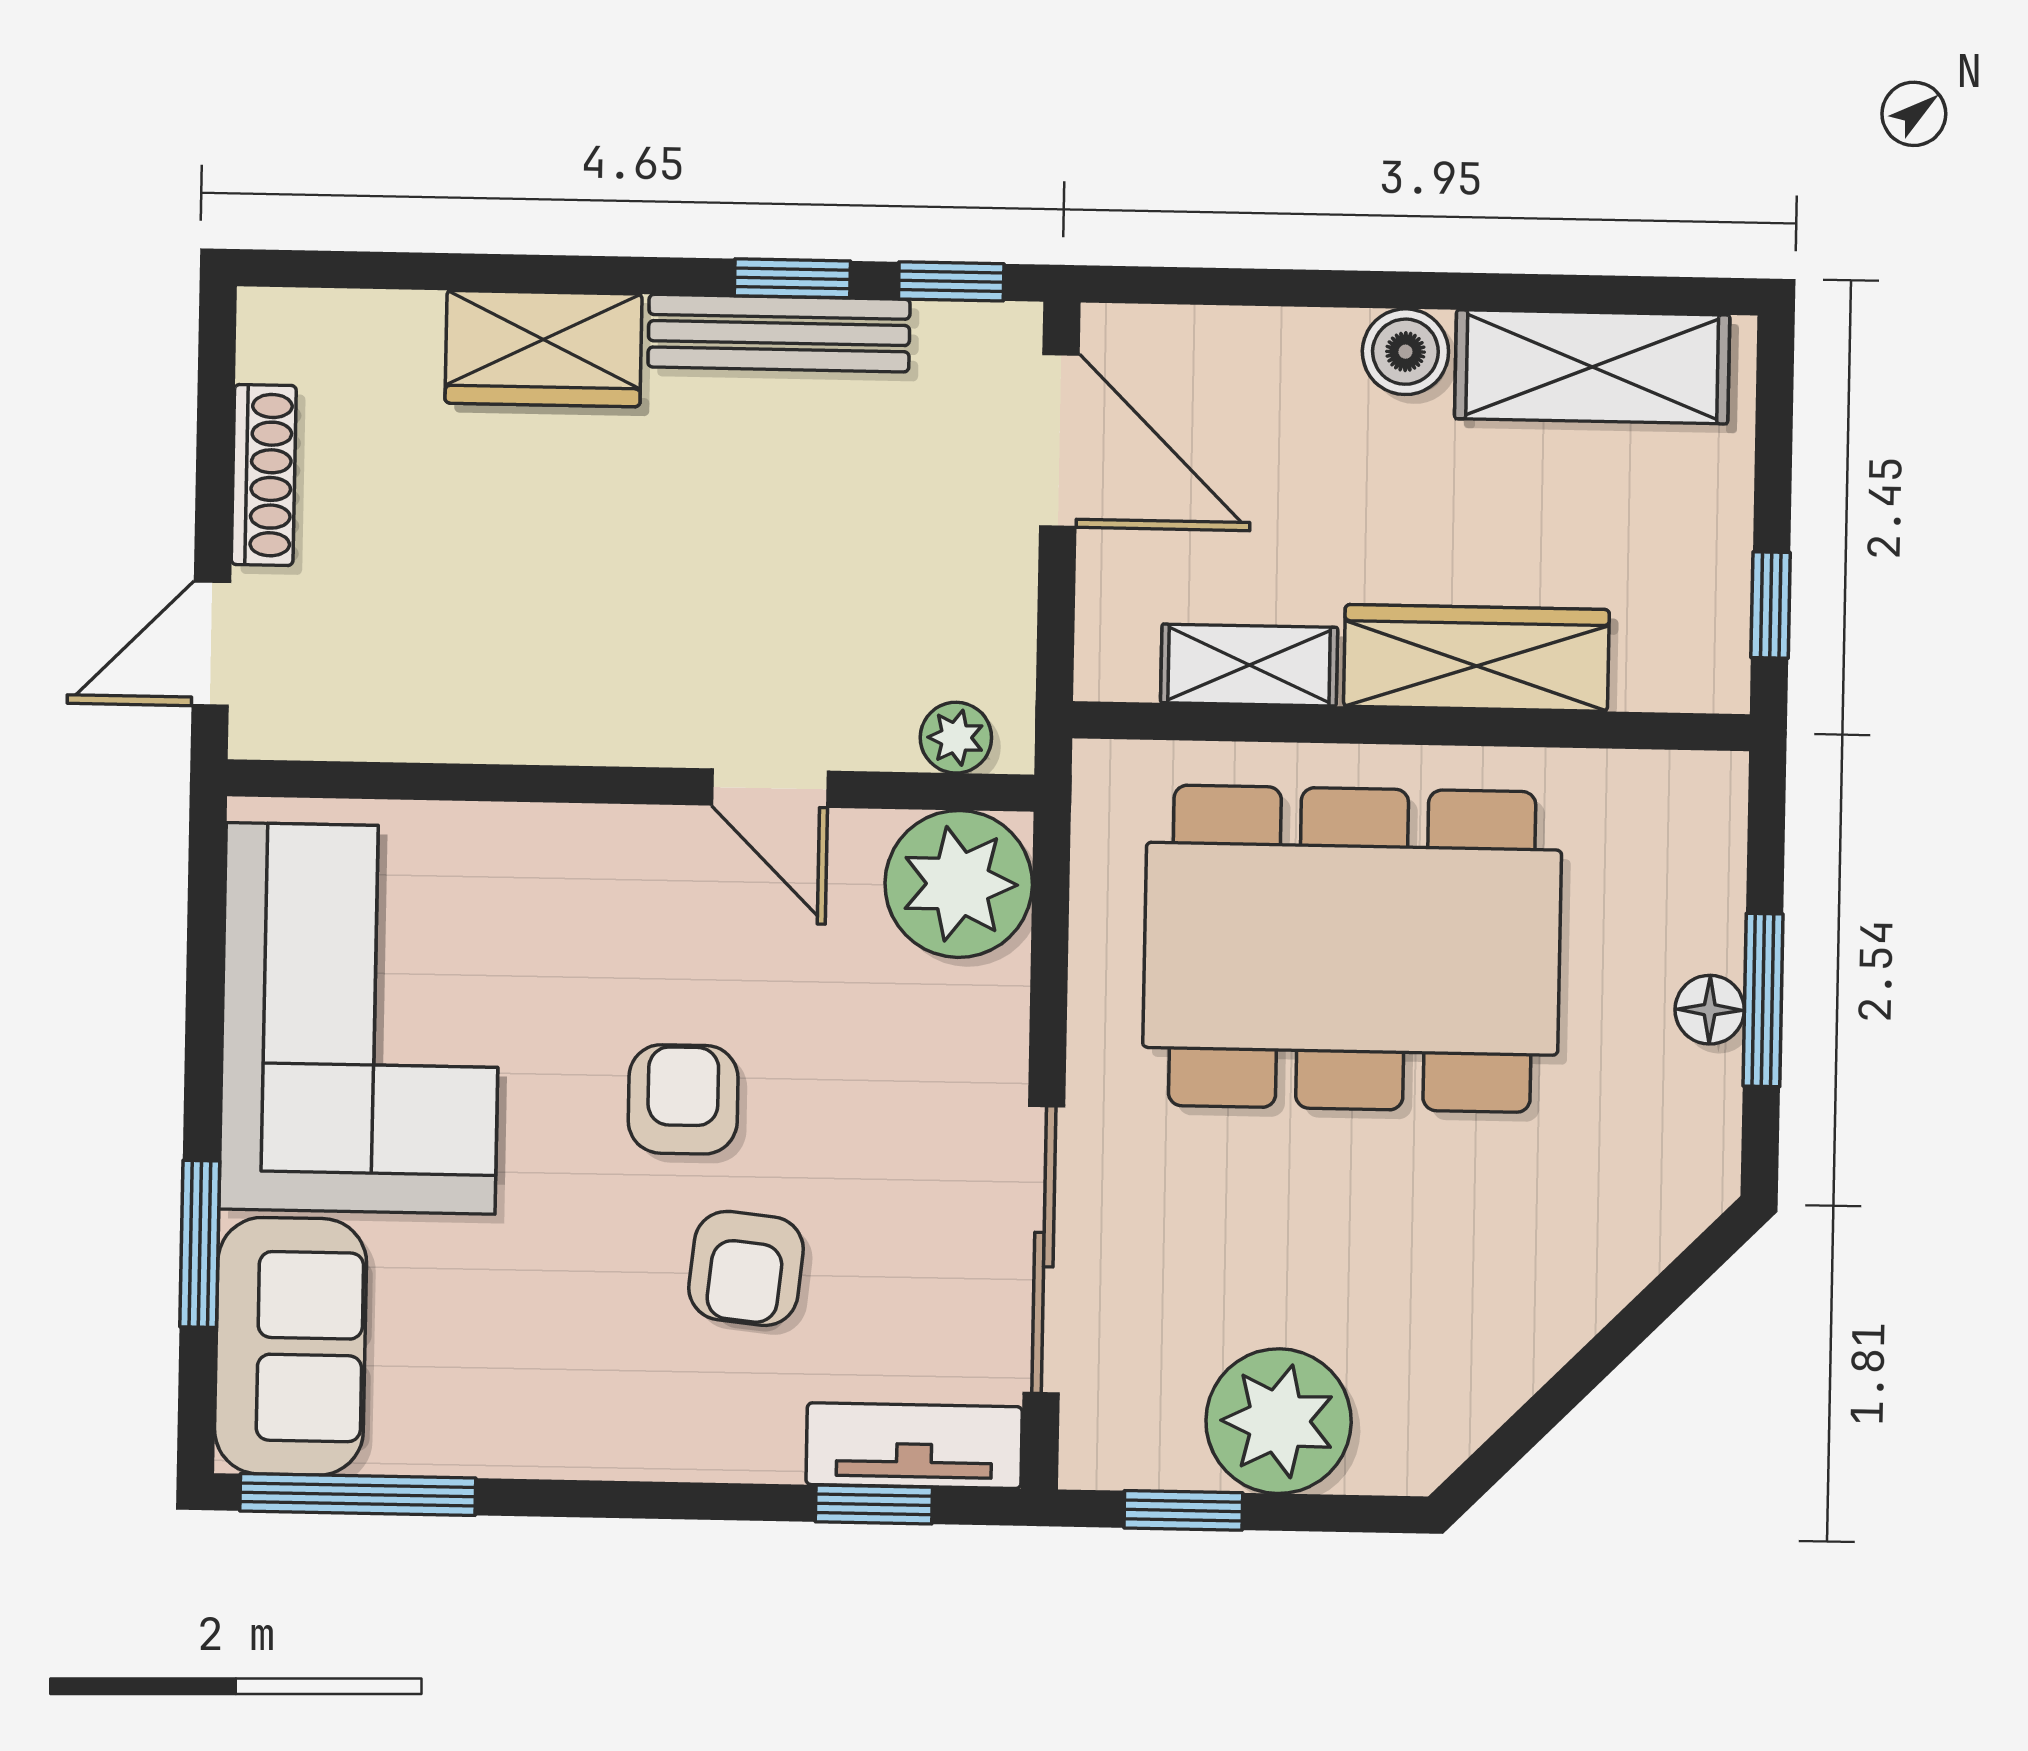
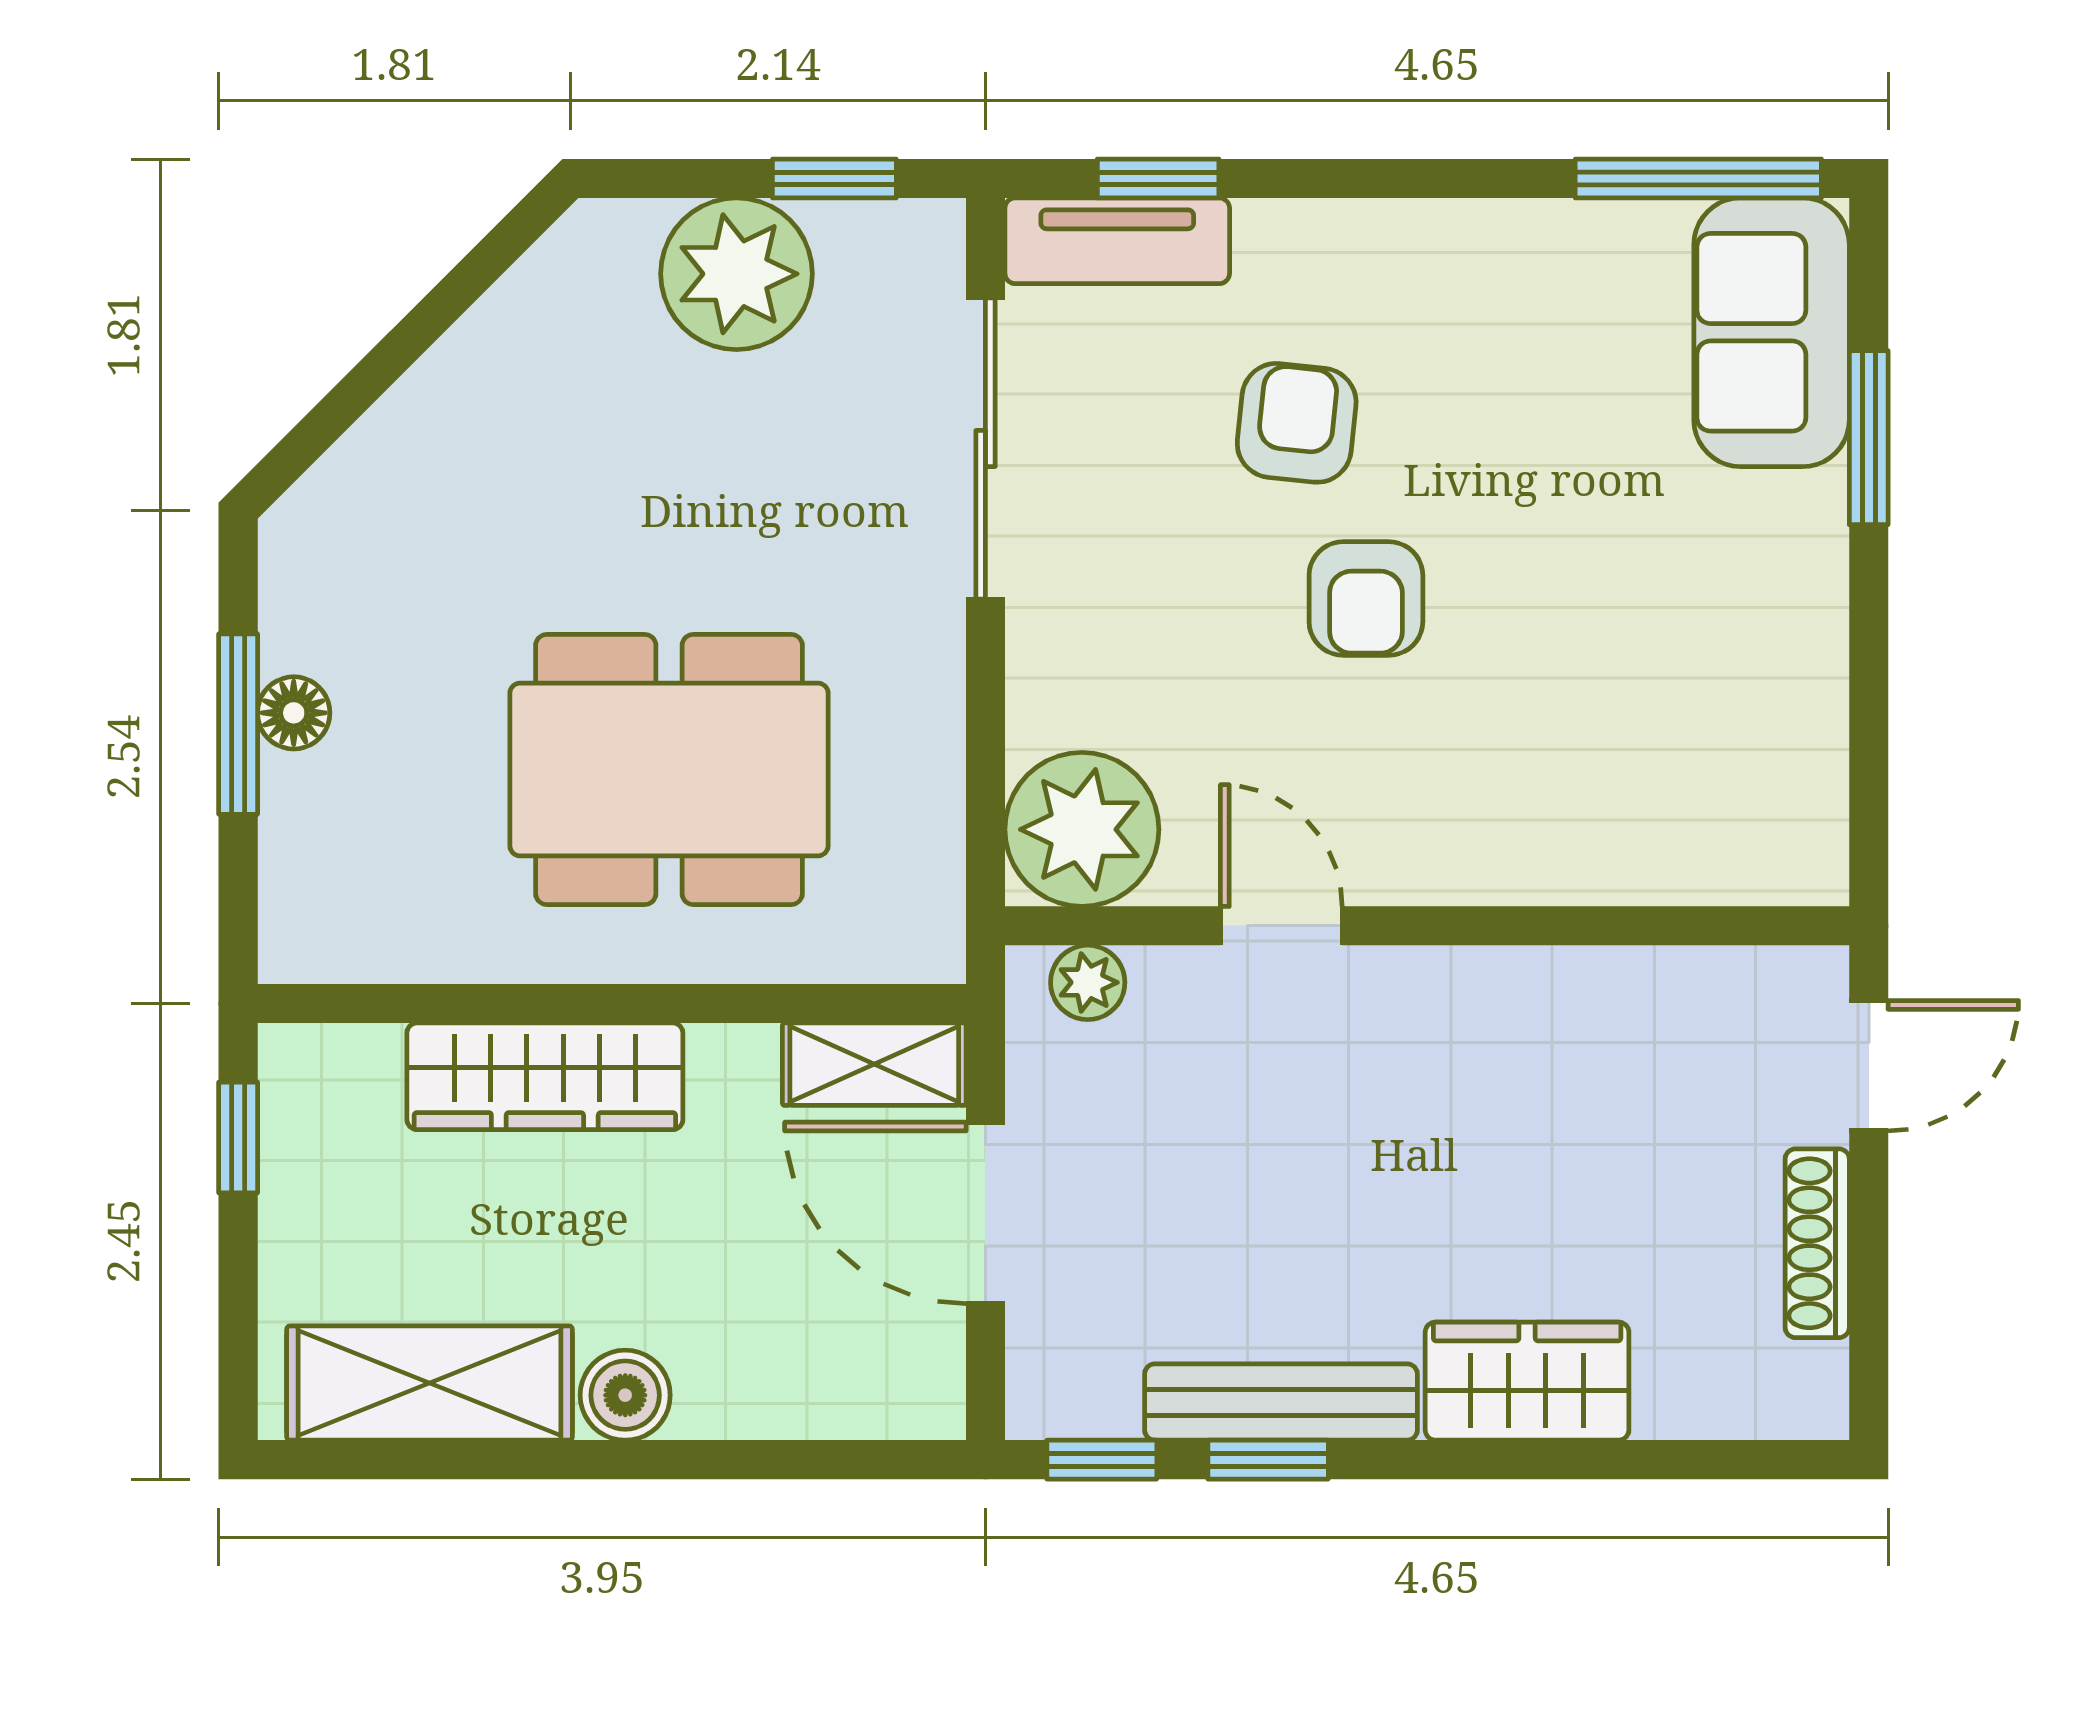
door: (1059, 440) -> (985, 1213), moved
shelving: (1249, 665) -> (874, 1064), moved
dining table: (1352, 949) -> (669, 769), width x0.73, depth x0.80
corner sofa: (361, 1018) -> (1705, 677), removed

